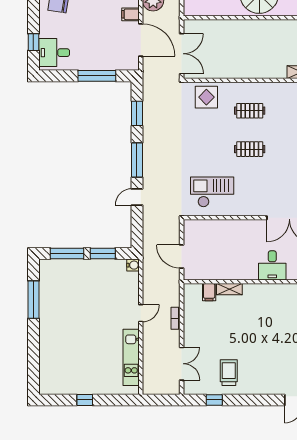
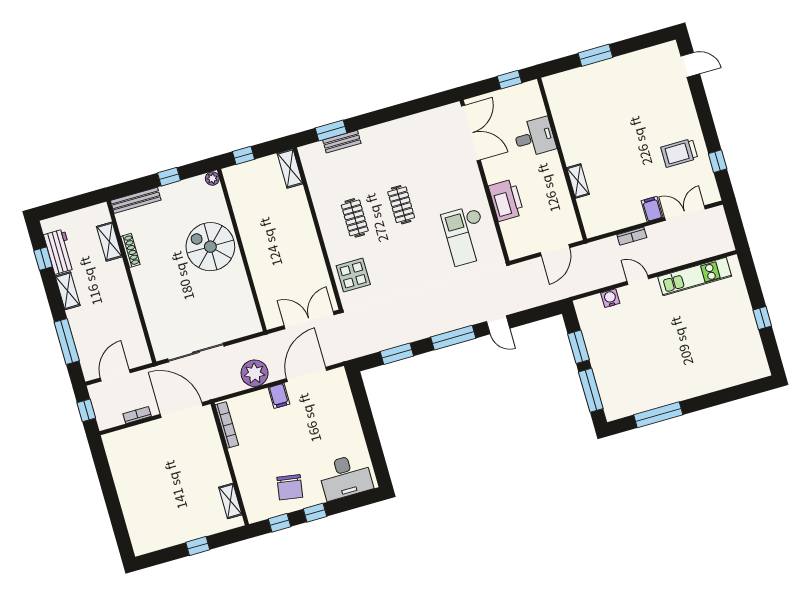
window: (33, 42) -> (315, 513), moved
desk: (54, 53) -> (345, 477), width x1.37
window: (97, 76) -> (365, 415), removed
printer: (230, 230) -> (506, 200), added
water cooler: (133, 265) -> (610, 298), moved
filing cabinet: (209, 292) -> (652, 209), moved, turned -90

